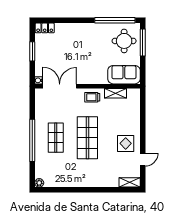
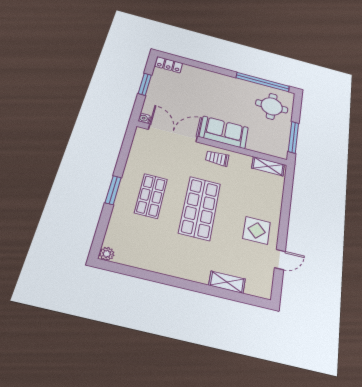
window: (143, 42) -> (294, 137), moved
sofa: (124, 75) -> (224, 132), moved
shelving: (116, 93) -> (268, 166), moved
window: (32, 140) -> (113, 190), width x0.47
shelving: (130, 182) -> (227, 282), moved

